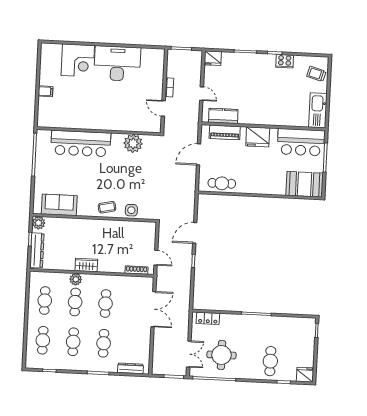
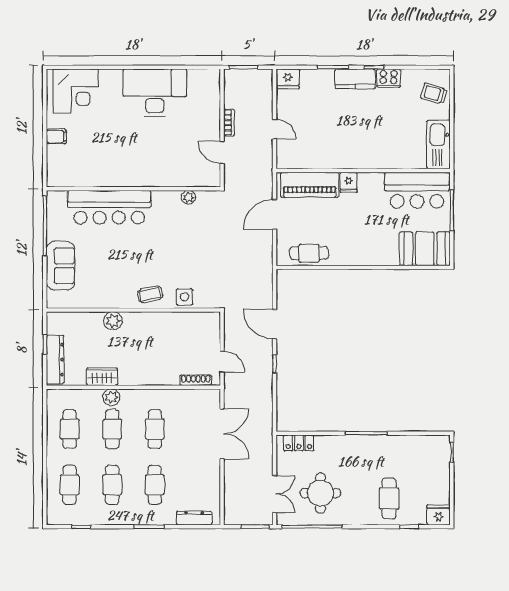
corner desk: (78, 60) -> (76, 91), moved
kitchen counter: (223, 116) -> (355, 79), moved, turned 180
piano: (225, 132) -> (310, 185), width x1.37, depth x1.33
fridge: (258, 137) -> (349, 182), width x0.53, depth x0.75
plant: (133, 143) -> (188, 197), width x0.53, depth x0.53
sofa: (59, 205) -> (61, 266), moved, turned 90
plant: (39, 223) -> (113, 321), moved
door: (195, 233) -> (275, 324), hinge flipped
wardrobe: (86, 265) -> (102, 377), moved

